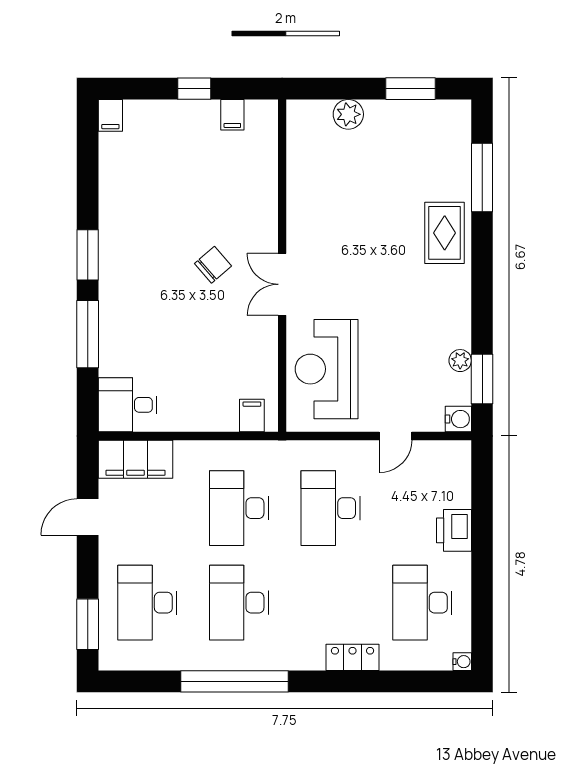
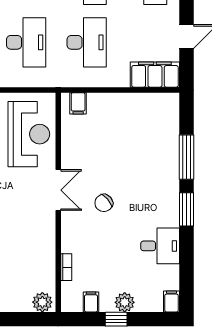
plant: (182, 114) -> (125, 302), added
plant: (348, 114) -> (42, 302), moved
bookcase: (270, 167) -> (66, 267), added
desk: (128, 405) -> (160, 246), moved

